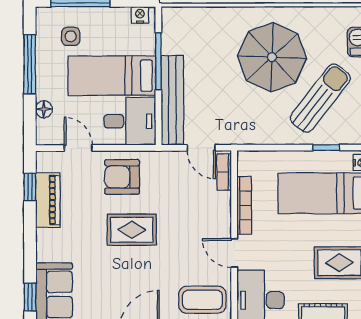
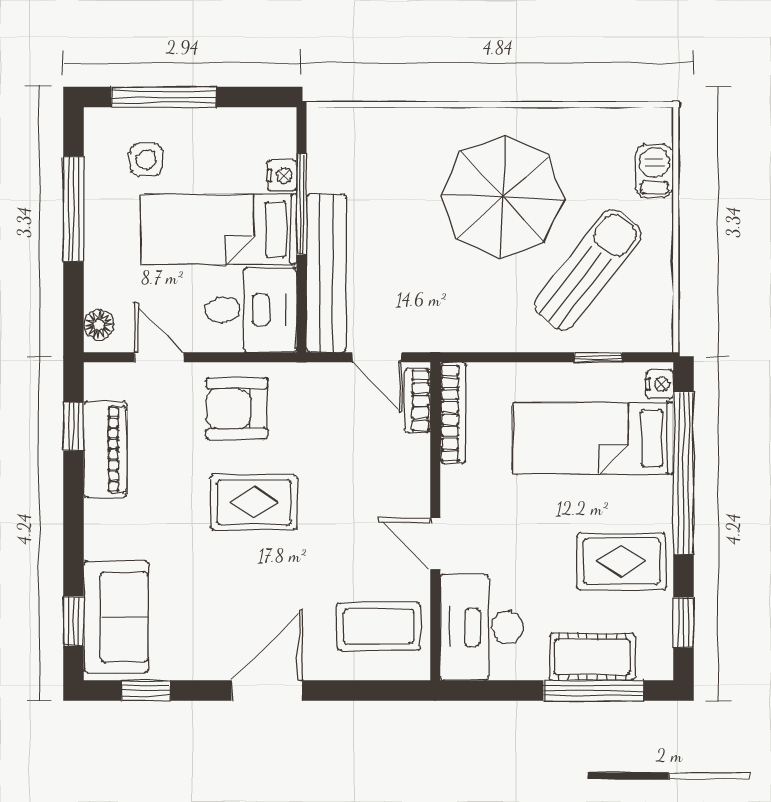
nightstand: (140, 15) -> (282, 175), moved, turned 90
floor lamp: (44, 109) -> (99, 325), moved
bookcase: (244, 205) -> (453, 413), moved

